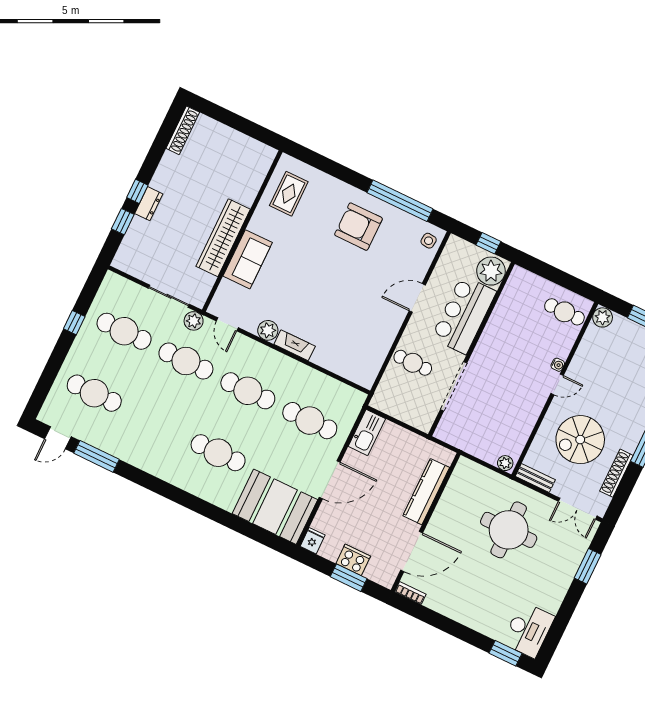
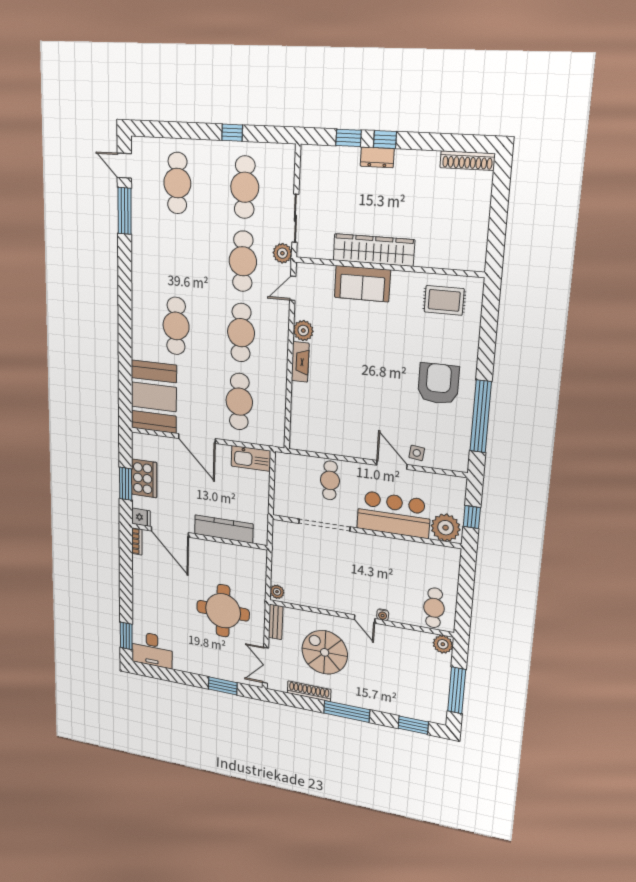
side table: (429, 241) -> (417, 453), moved
fridge: (313, 541) -> (141, 517), moved
cooker: (353, 560) -> (144, 478), width x1.37, depth x1.31

